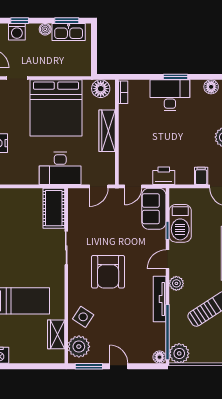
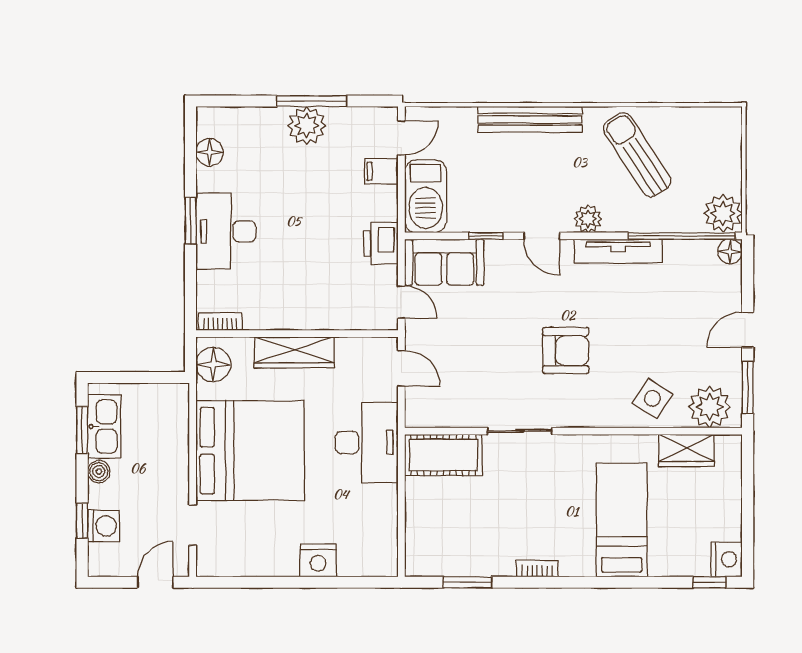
barbecue: (180, 223) -> (426, 196), moved, turned 90
armchair: (108, 272) -> (566, 351), width x0.73, depth x0.73

